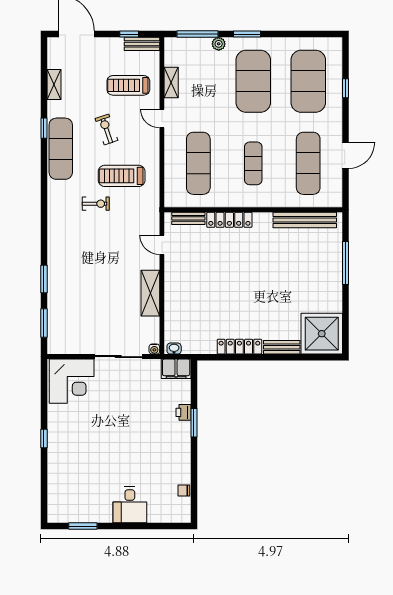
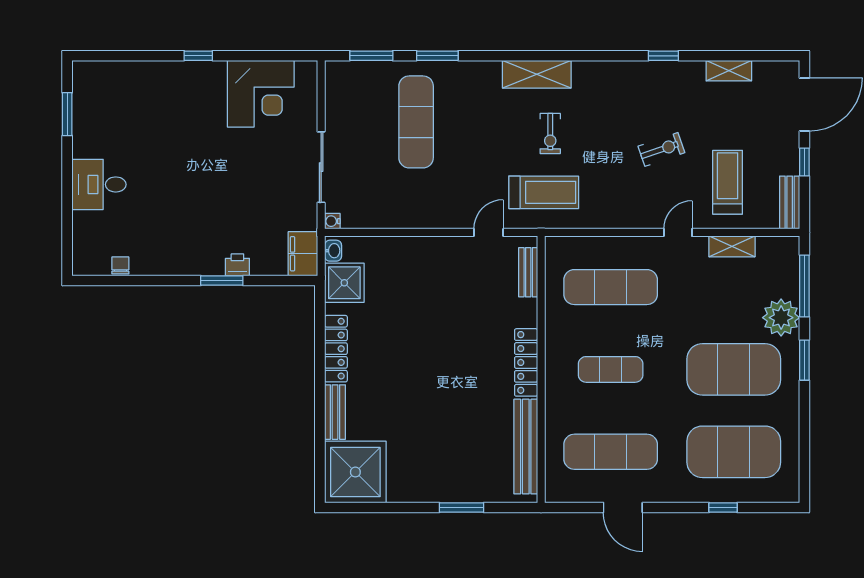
window: (129, 34) -> (804, 162), moved
plant: (219, 44) -> (781, 318), width x1.88, depth x1.88
exercise mat: (61, 149) -> (416, 122), moved, turned 90
treadmill: (122, 176) -> (544, 192), moved, turned 90
locker: (229, 220) -> (526, 362), moved
window: (345, 263) -> (461, 508), width x0.69
shelving: (150, 293) -> (537, 74), moved
shower: (195, 341) -> (344, 283), added
corner desk: (72, 381) -> (261, 94), moved, turned -90

